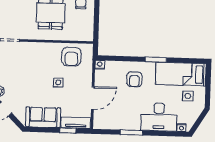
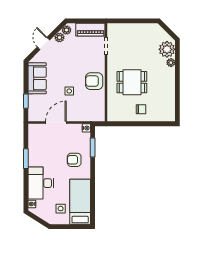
armchair: (71, 57) -> (94, 81), moved
window: (156, 60) -> (93, 147), moved
door: (93, 98) -> (56, 123), swing flipped
tv unit: (76, 123) -> (33, 108), removed

